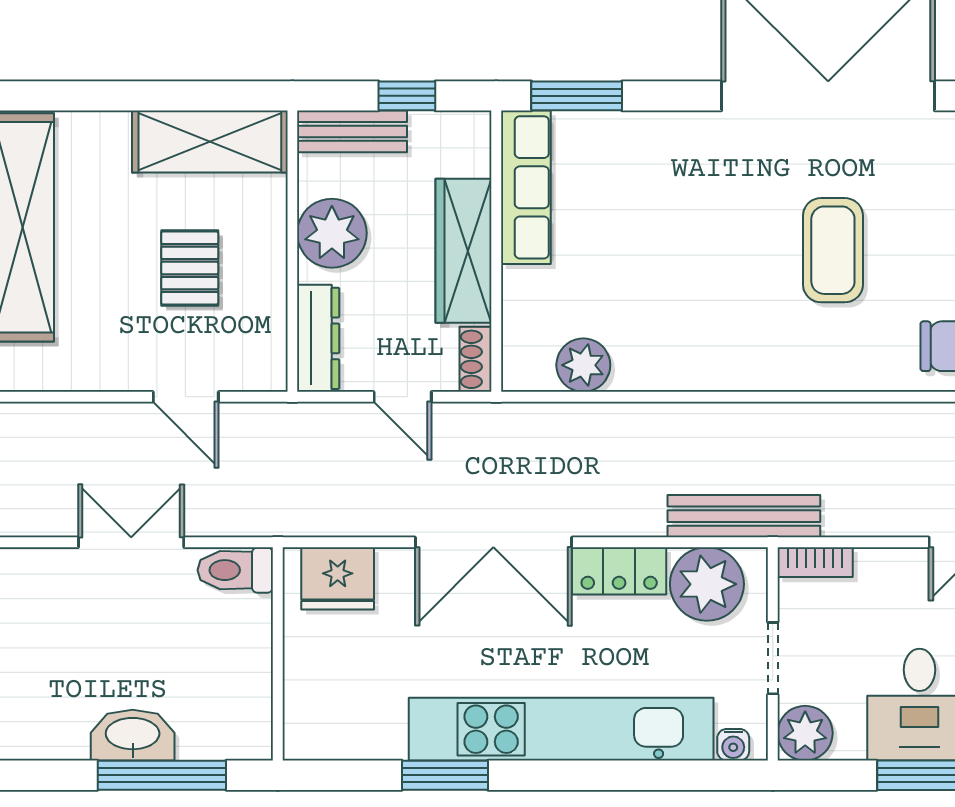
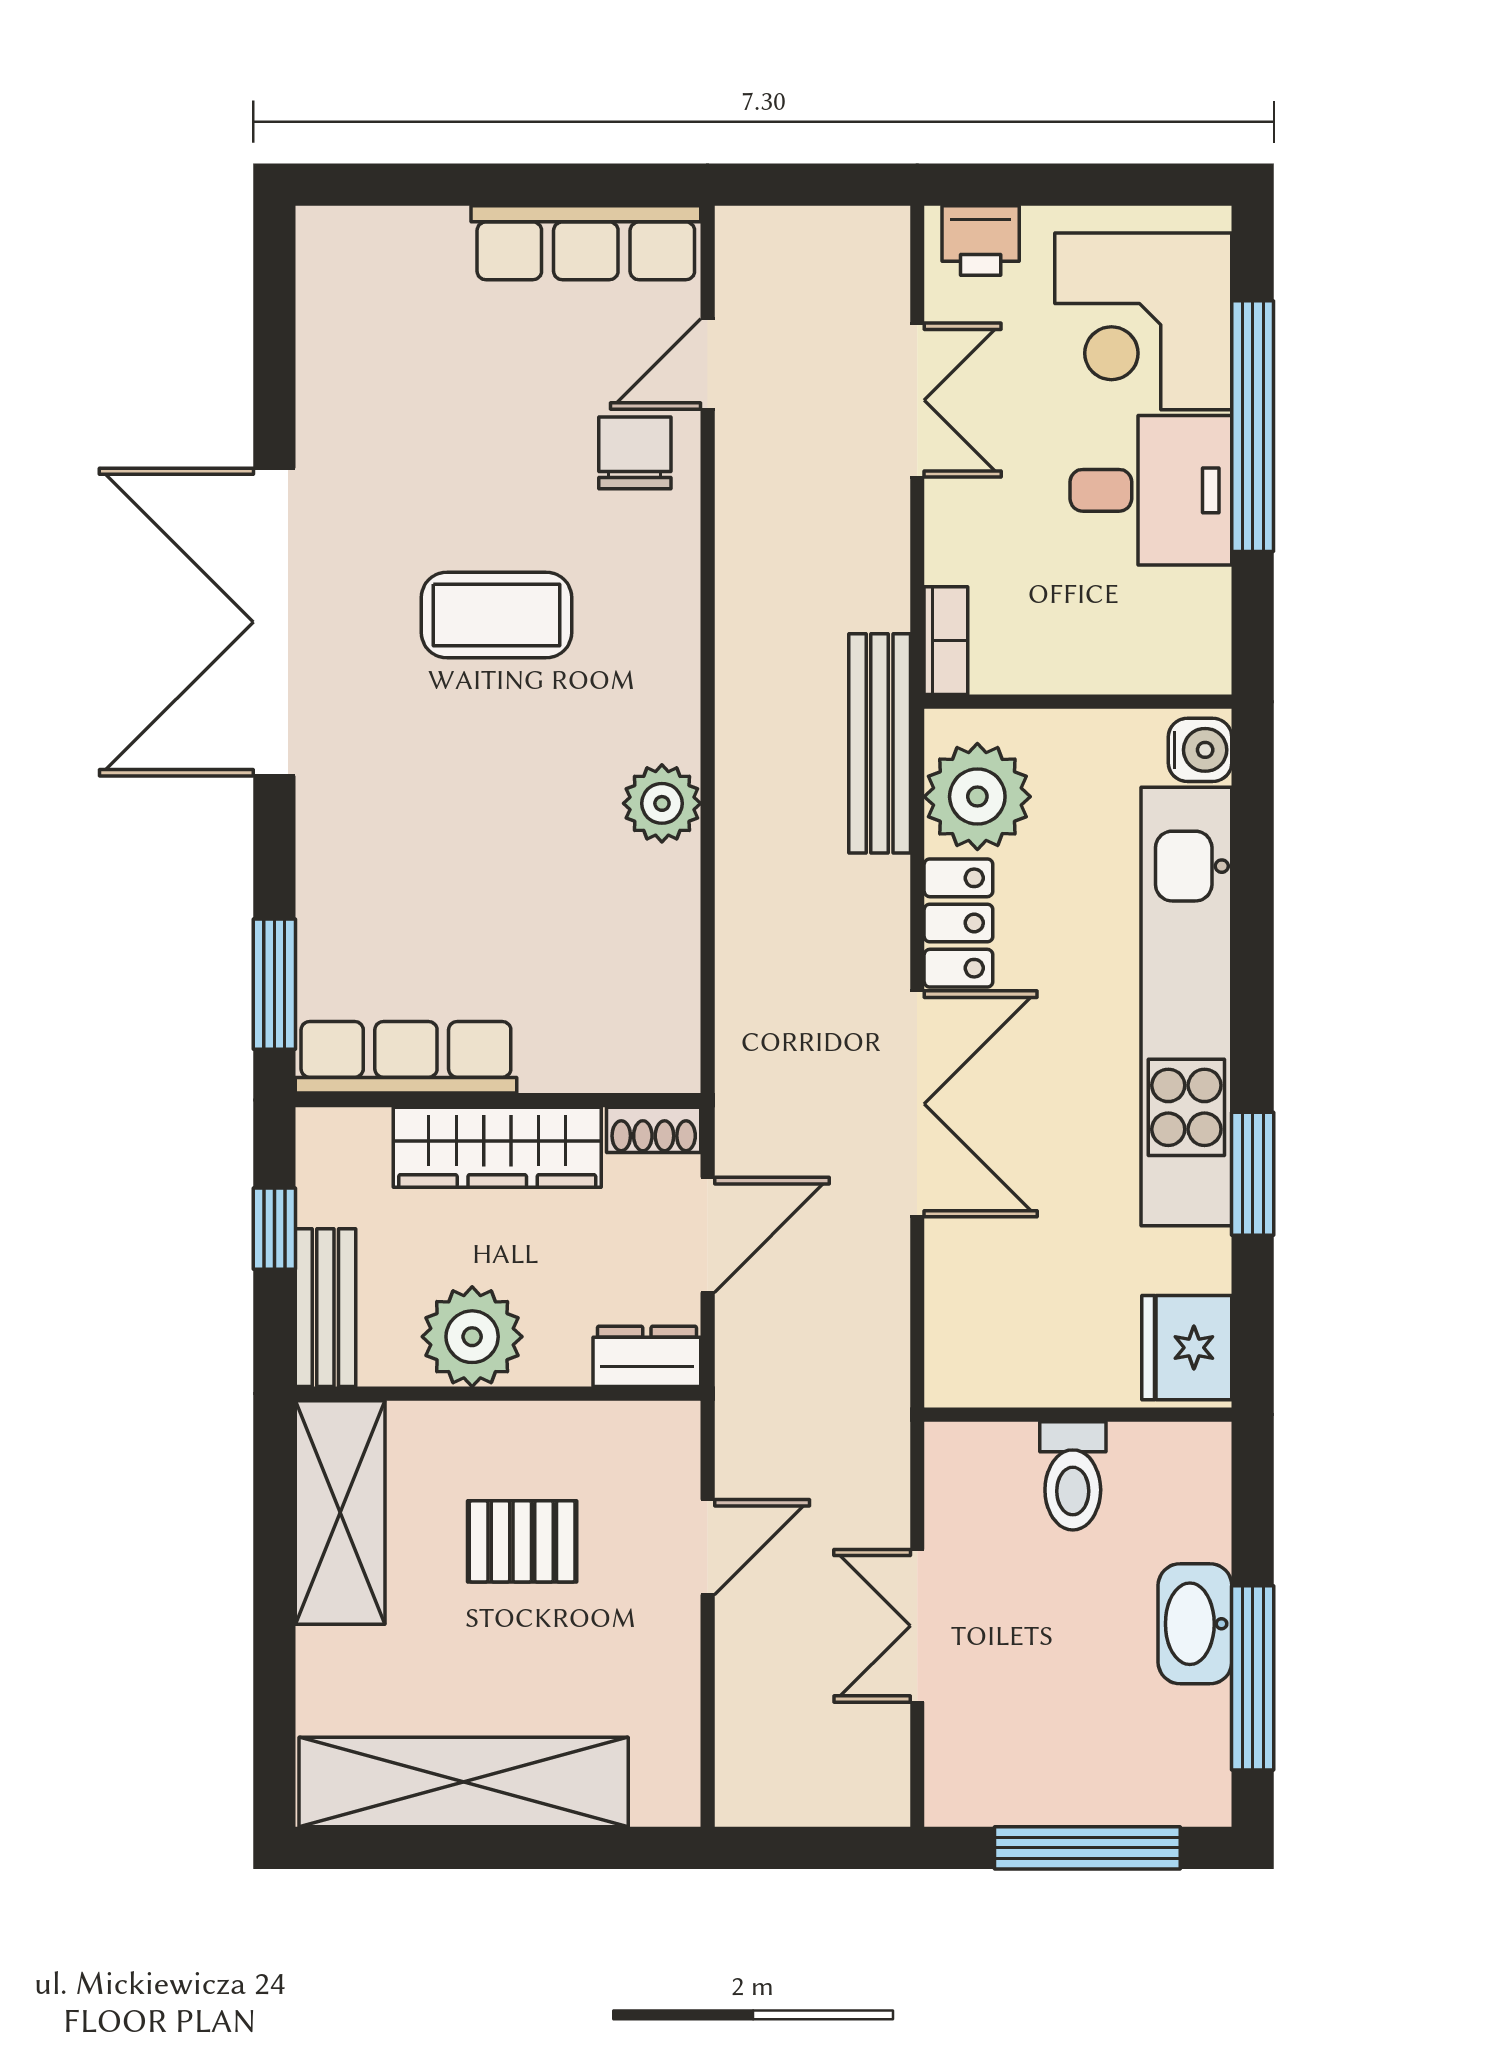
dresser: (318, 338) -> (647, 1356), width x0.70
plant: (583, 365) -> (662, 803), moved
door: (403, 397) -> (708, 1235), width x1.38
toilet: (235, 570) -> (1073, 1476), moved
fridge: (338, 578) -> (1187, 1348), moved, turned 180
doorway: (773, 658) -> (1084, 702), removed
plant: (805, 733) -> (1192, 655), removed
water cooler: (733, 745) -> (1200, 750), width x1.38, depth x1.38
window: (162, 775) -> (1253, 1678), moved

